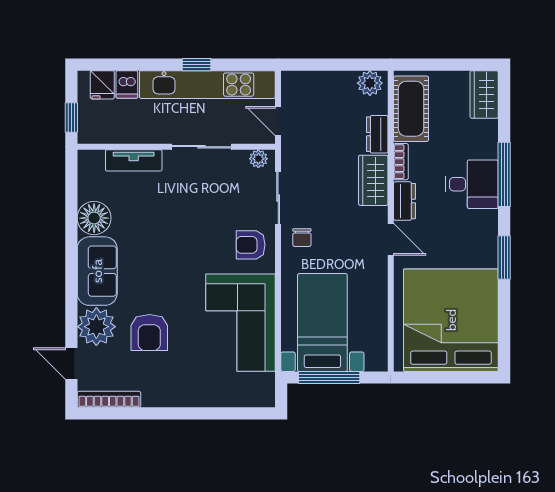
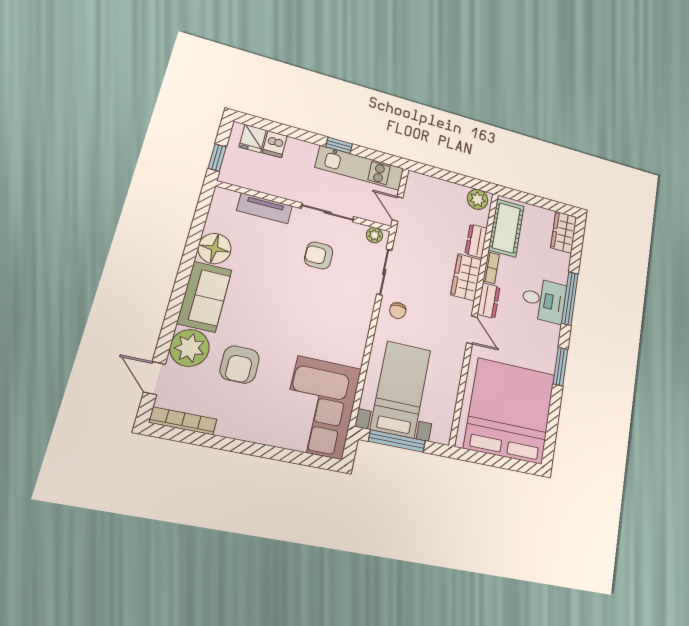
kitchen unit: (207, 85) -> (360, 168), width x0.73
armchair: (251, 245) -> (319, 255), moved
corner sofa: (240, 323) -> (320, 407), moved

